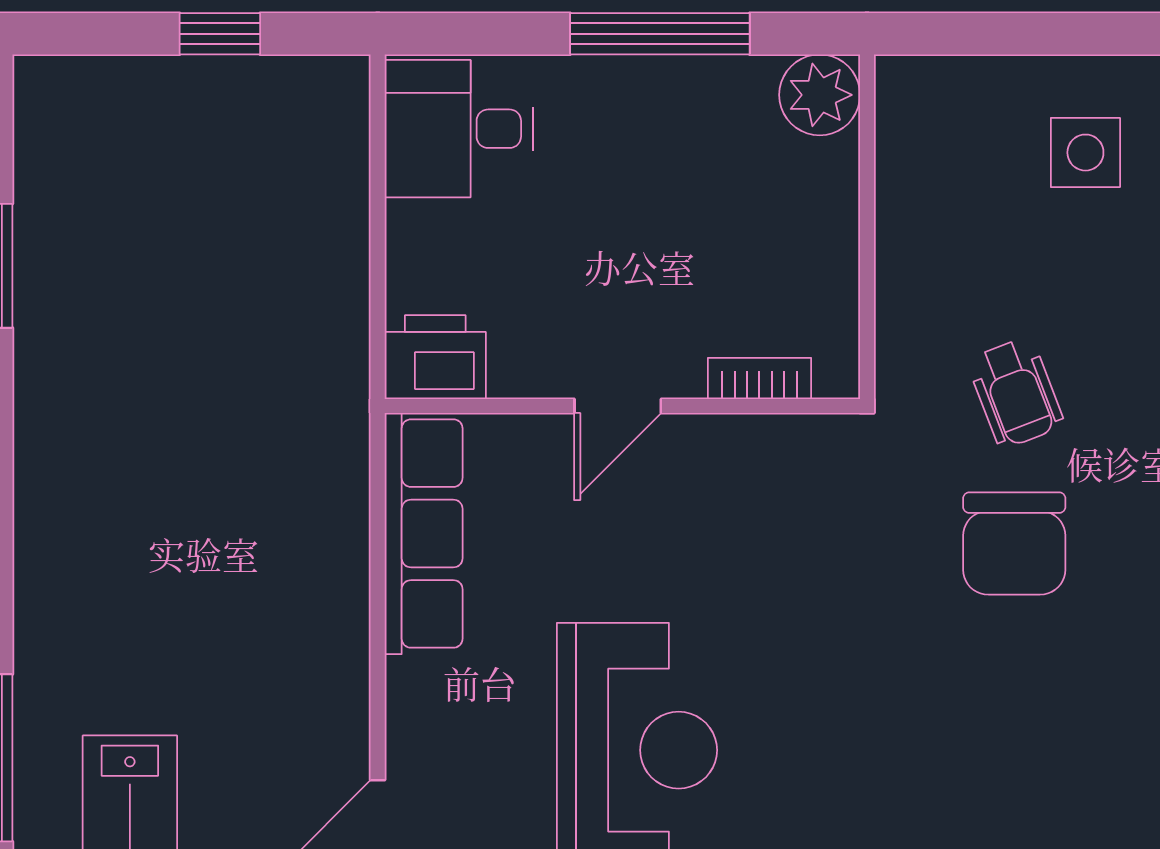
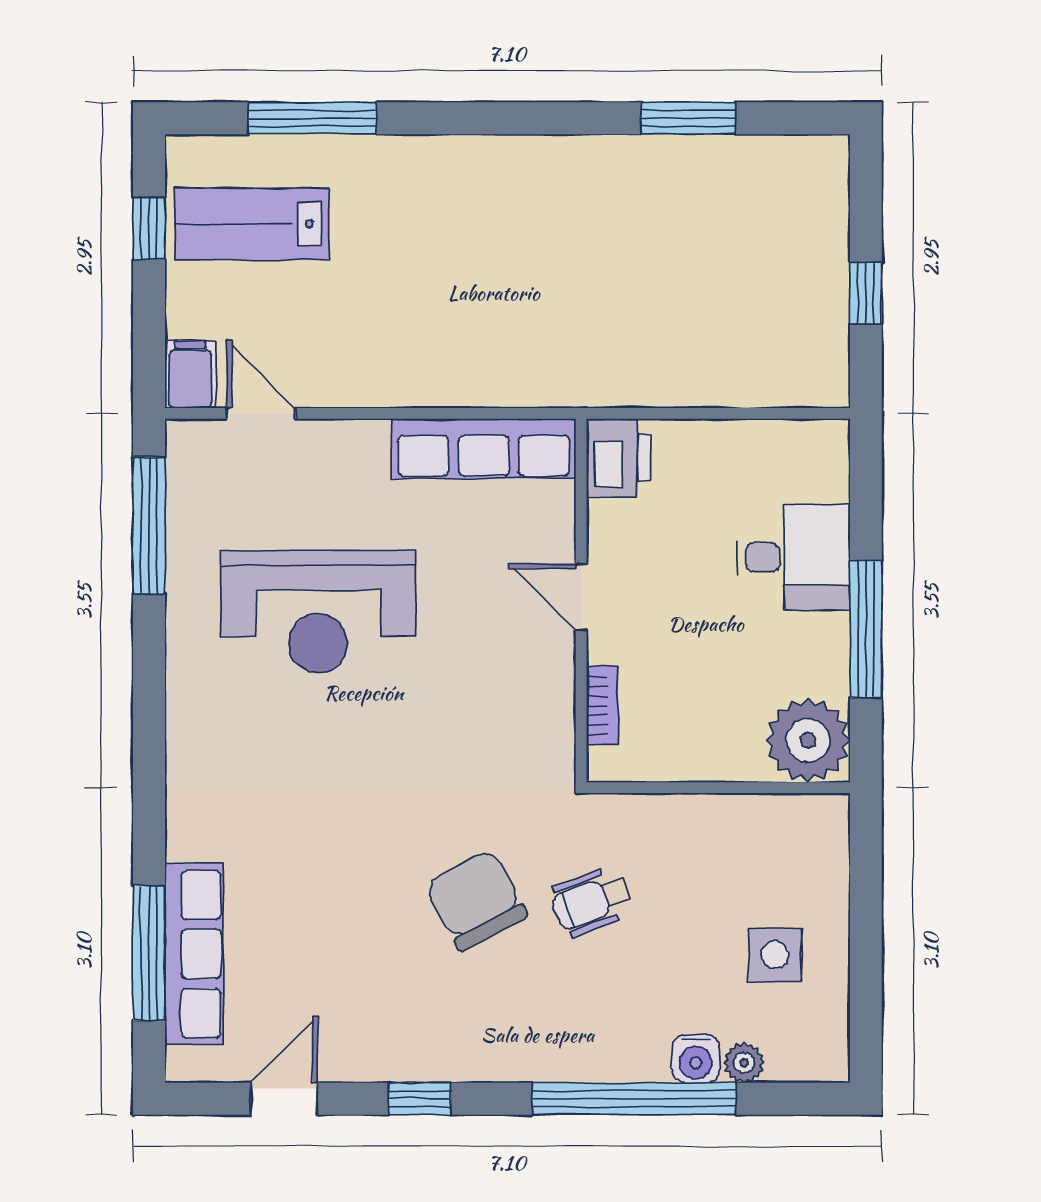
plant: (820, 95) -> (808, 740), width x1.36, depth x1.36
desk: (459, 129) -> (793, 557), moved, turned 90
chair: (1014, 544) -> (476, 900), turned 62

